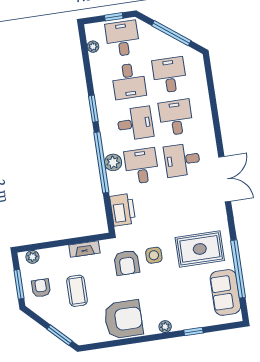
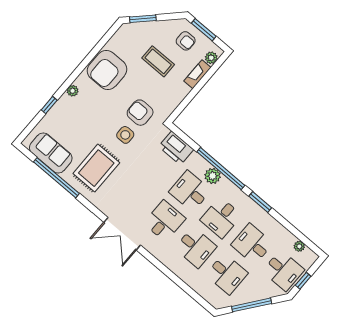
desk: (141, 166) -> (190, 191), turned 180
fireplace: (84, 249) -> (197, 74), moved

